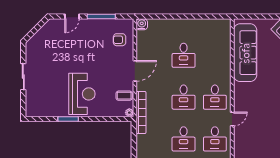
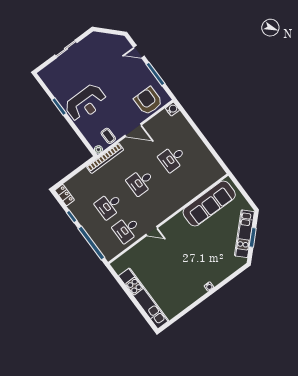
armchair: (120, 40) -> (148, 101), width x1.88, depth x1.88
desk: (215, 97) -> (158, 206), removed

